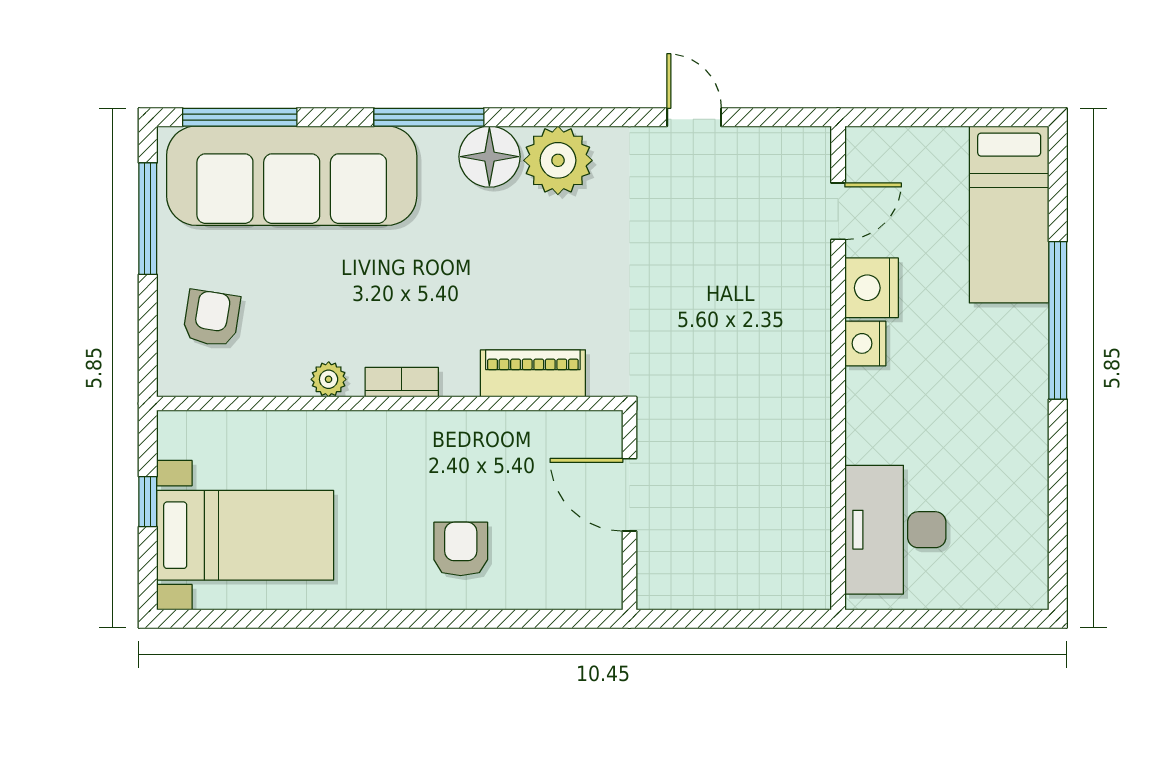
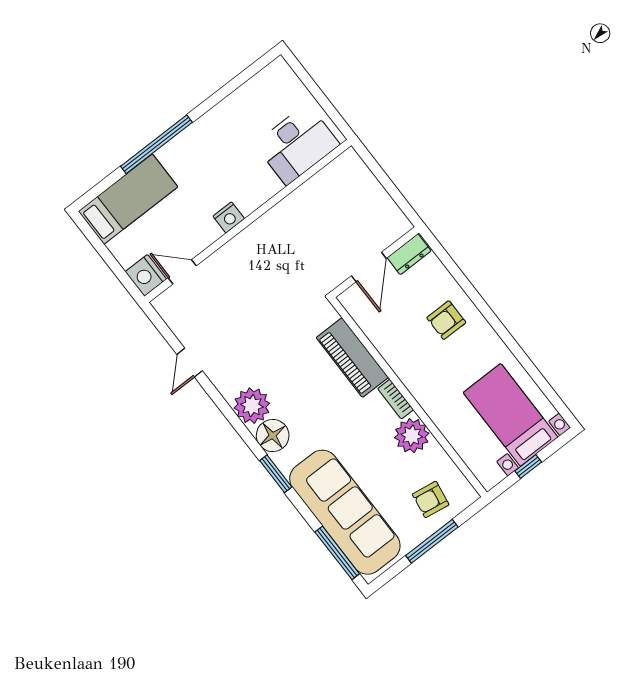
window: (429, 117) -> (276, 474), width x0.69
window: (148, 219) -> (432, 541), moved
nightstand: (872, 288) -> (146, 275), moved, turned 90
piano: (533, 373) -> (352, 357), width x1.37, depth x1.33
plant: (329, 379) -> (412, 436), width x1.87, depth x1.87
dresser: (602, 570) -> (409, 254), added

